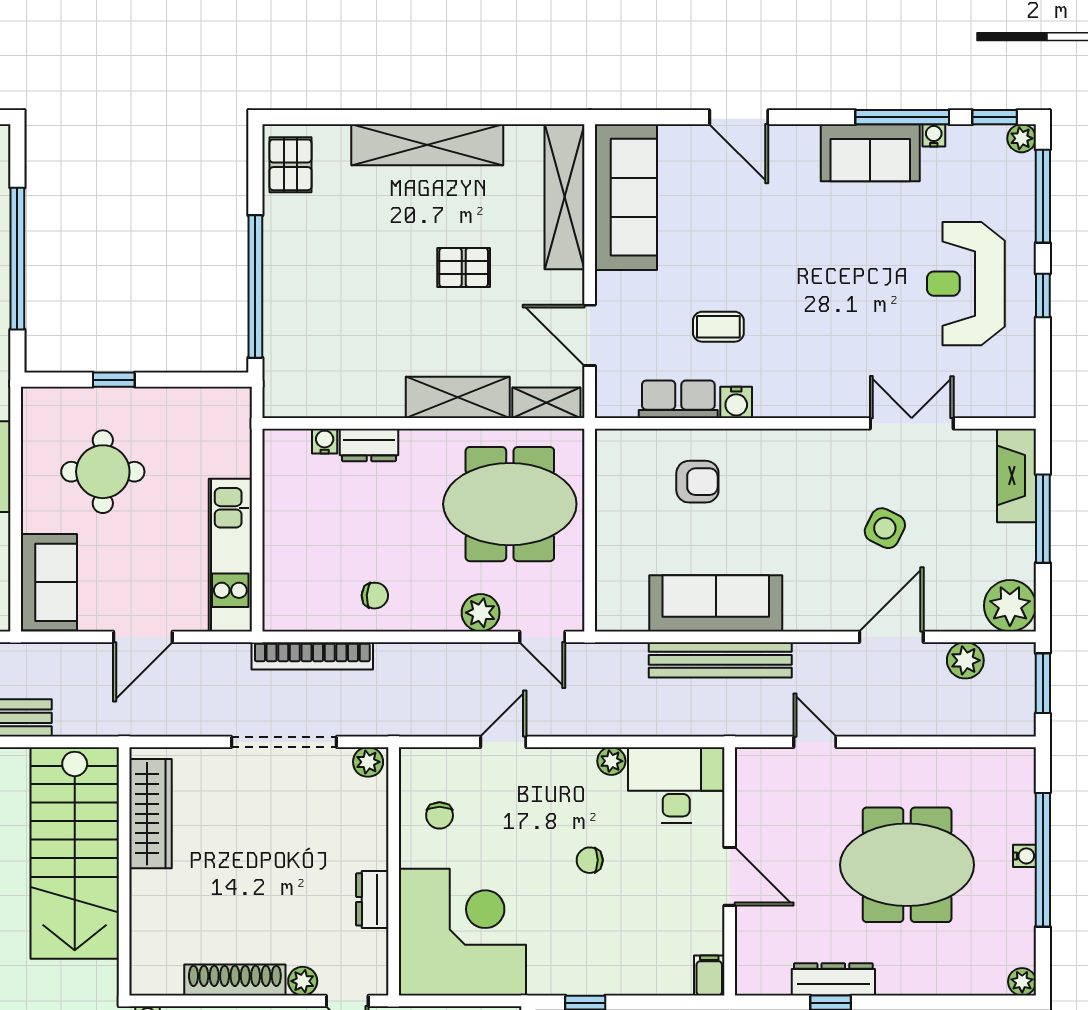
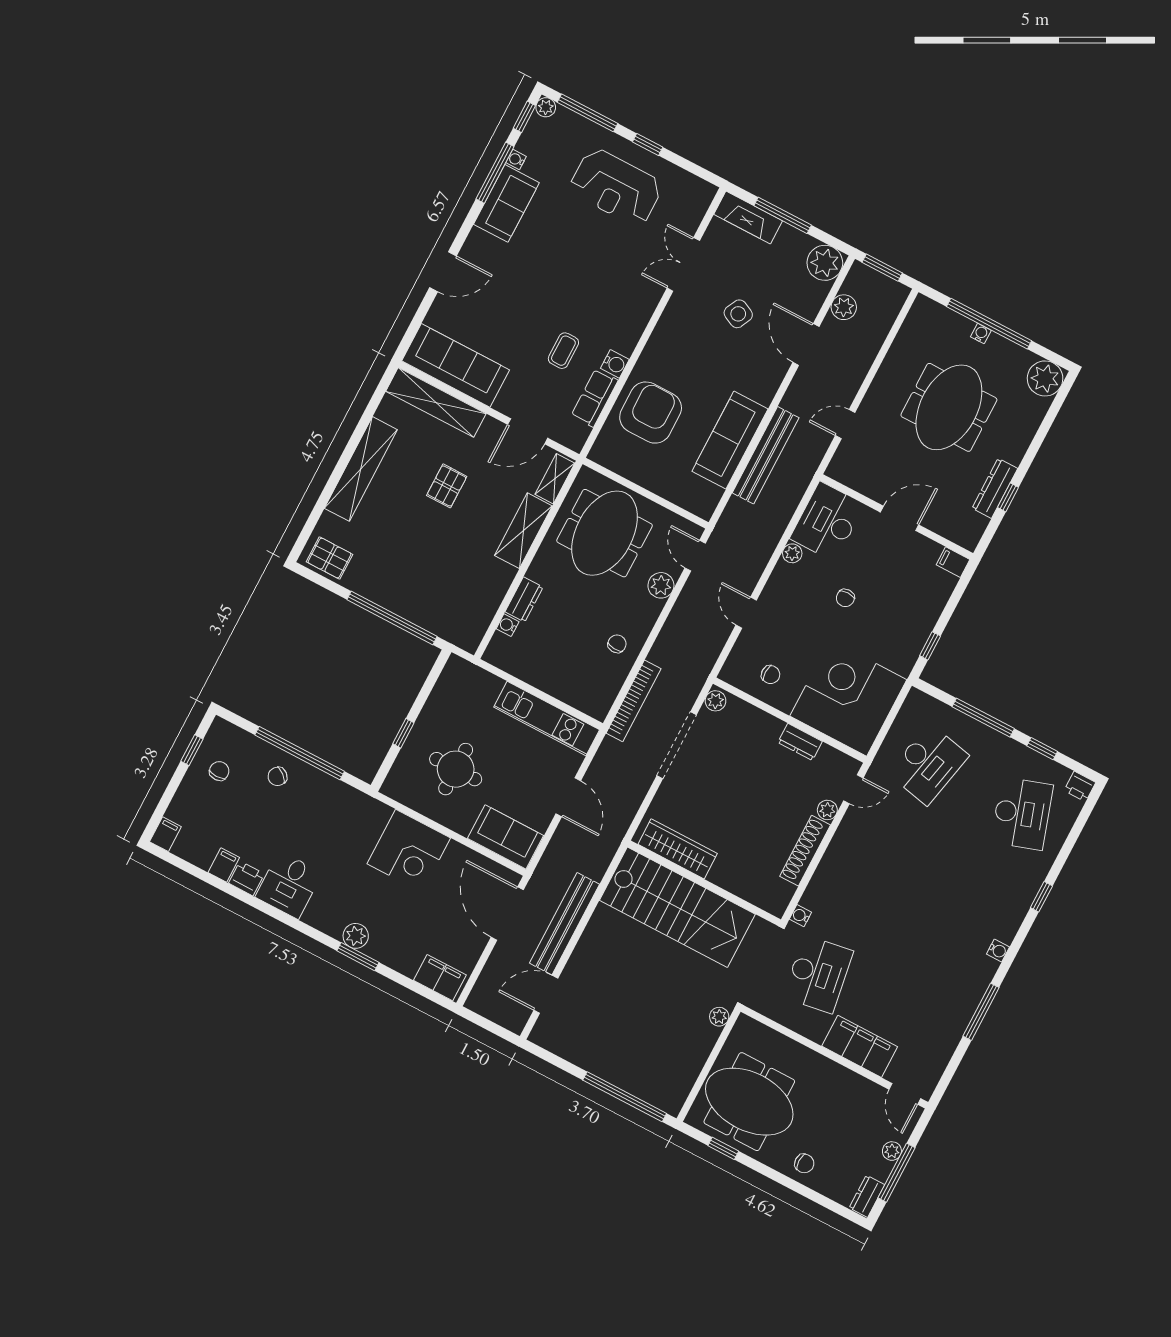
armchair: (697, 482) -> (651, 413), width x1.88, depth x1.88
door: (542, 637) -> (695, 556), swing flipped
plant: (1022, 982) -> (1045, 378), width x1.88, depth x1.88

